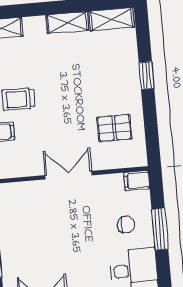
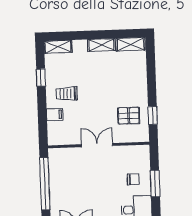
window: (146, 76) -> (153, 115), moved
filing cabinet: (137, 181) -> (142, 151), removed

